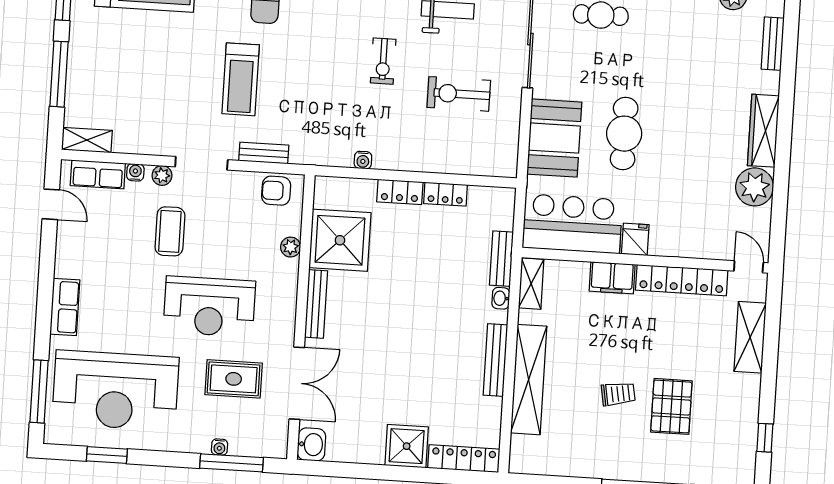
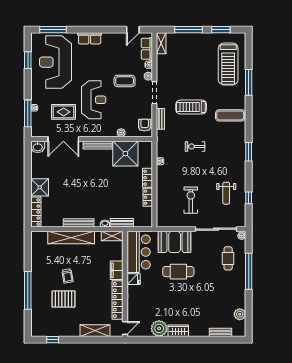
exercise bike: (383, 61) -> (195, 146), moved
wardrobe: (763, 131) -> (178, 331), width x0.67
reception desk: (209, 307) -> (94, 100), turned 180
rug: (234, 379) -> (64, 112), turned 90

